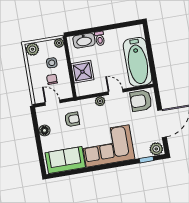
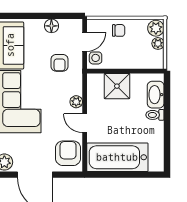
plant: (59, 43) -> (158, 43), moved
side table: (52, 63) -> (96, 58), moved
chair: (52, 79) -> (119, 30), moved
door: (116, 92) -> (85, 123), swing flipped

